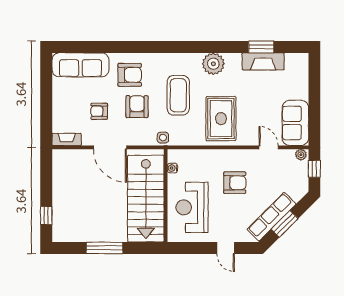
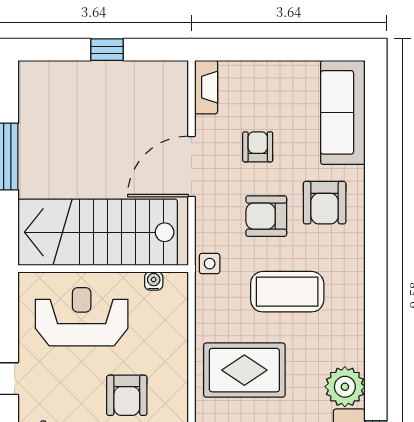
plant: (213, 64) -> (345, 387), moved
armchair: (137, 107) -> (266, 216), turned 180
window: (46, 215) -> (107, 50), moved

